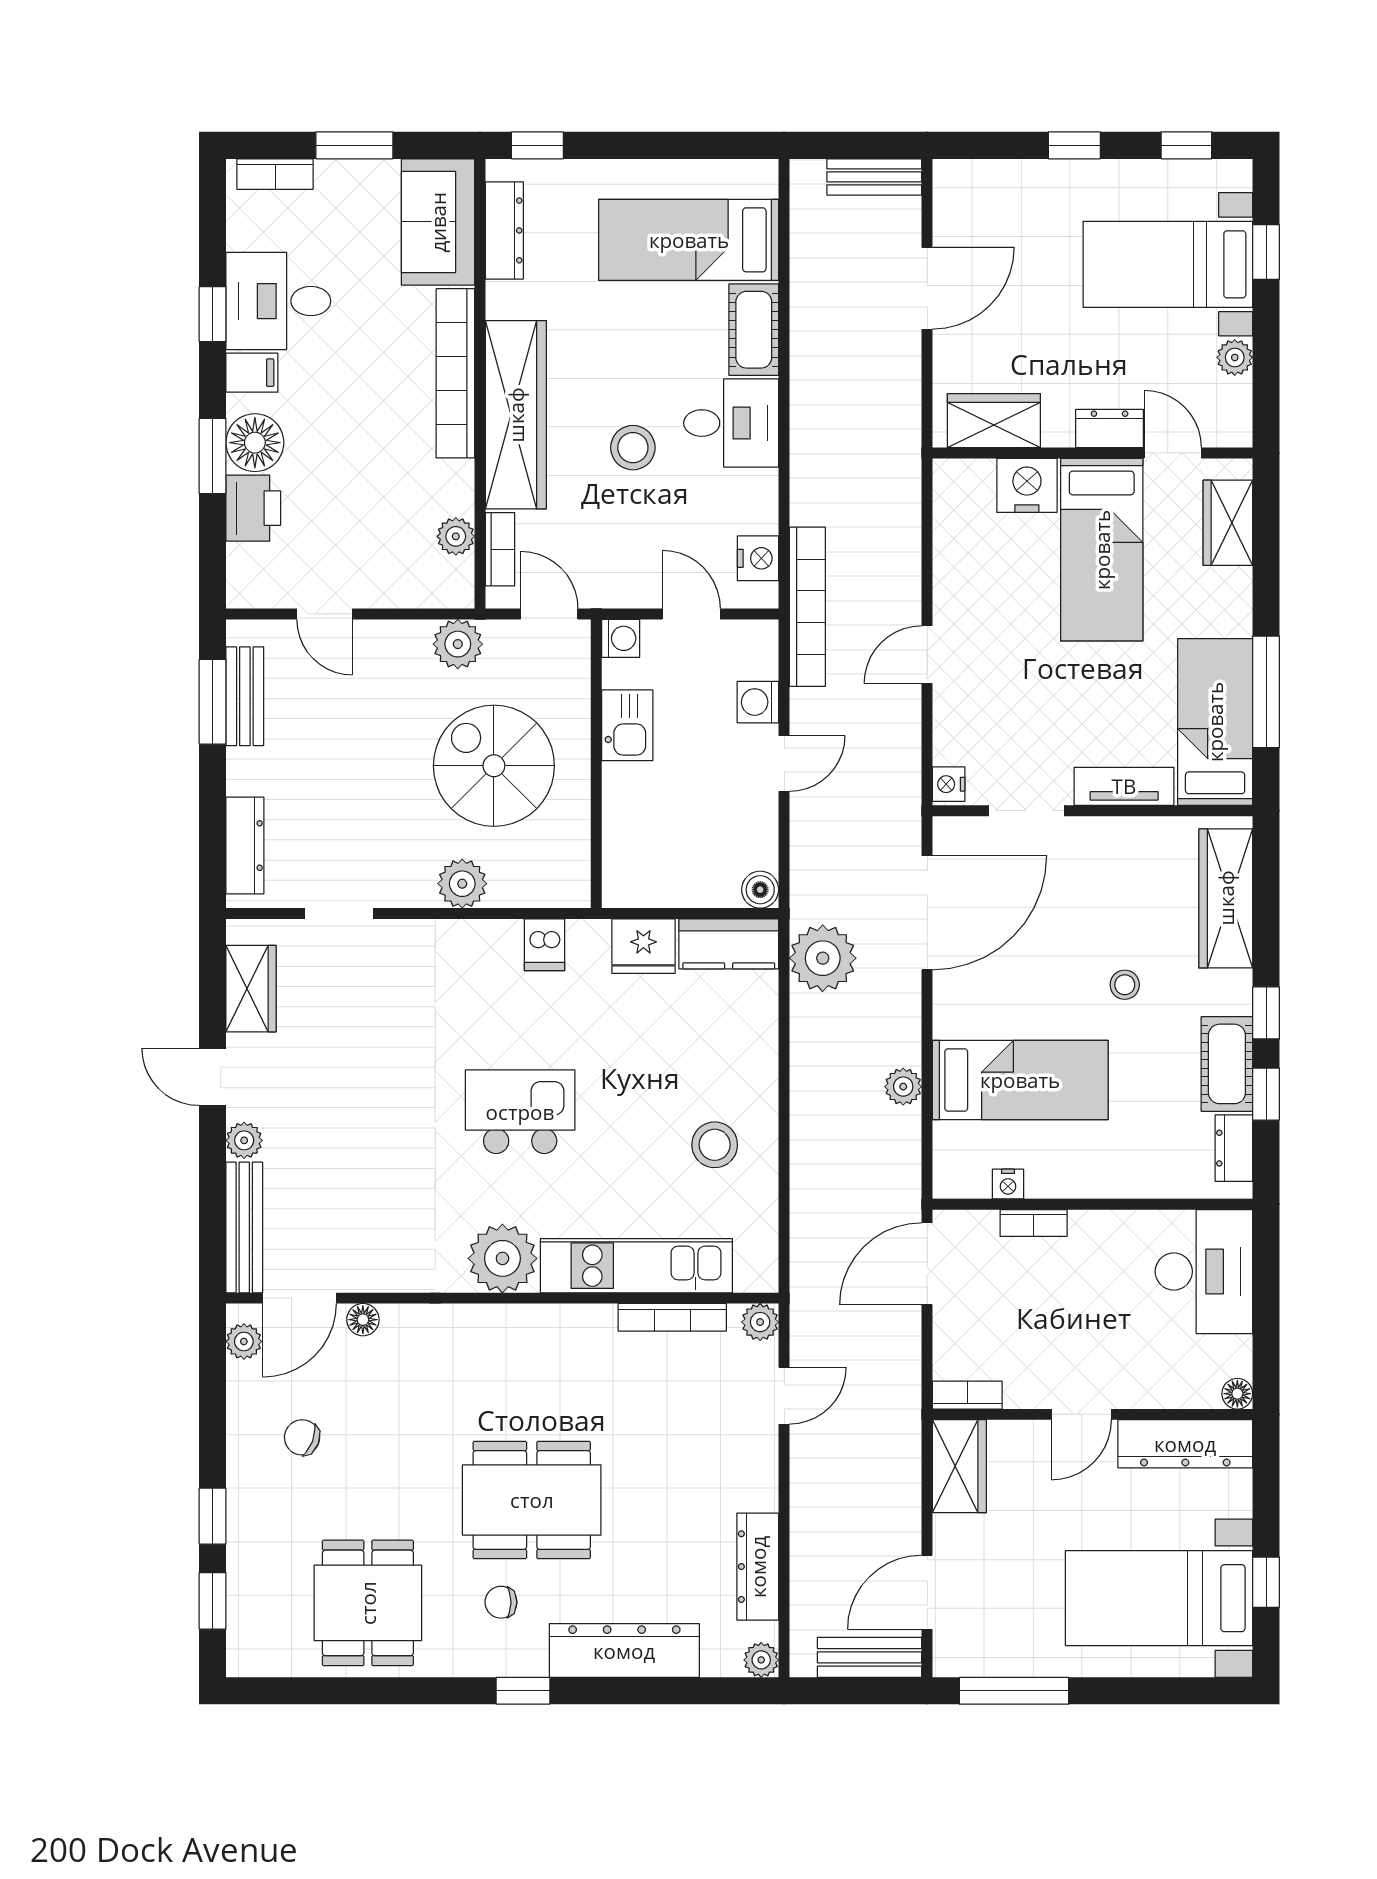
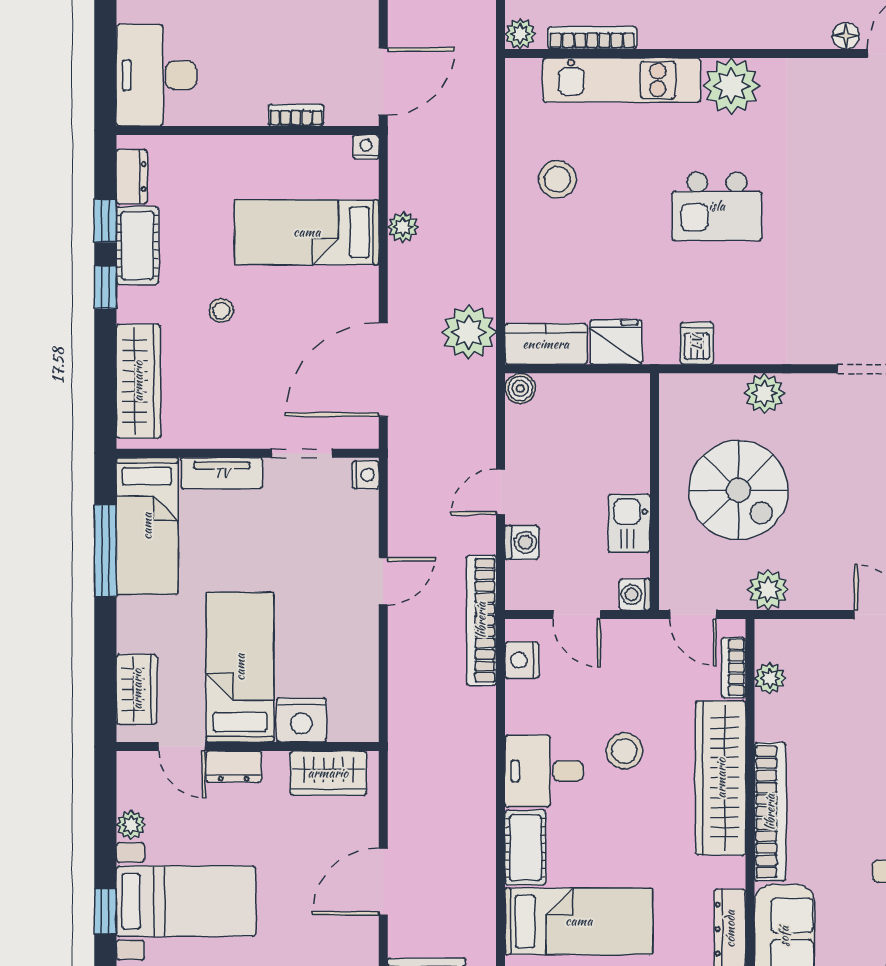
nightstand: (1008, 1184) -> (366, 147), moved

